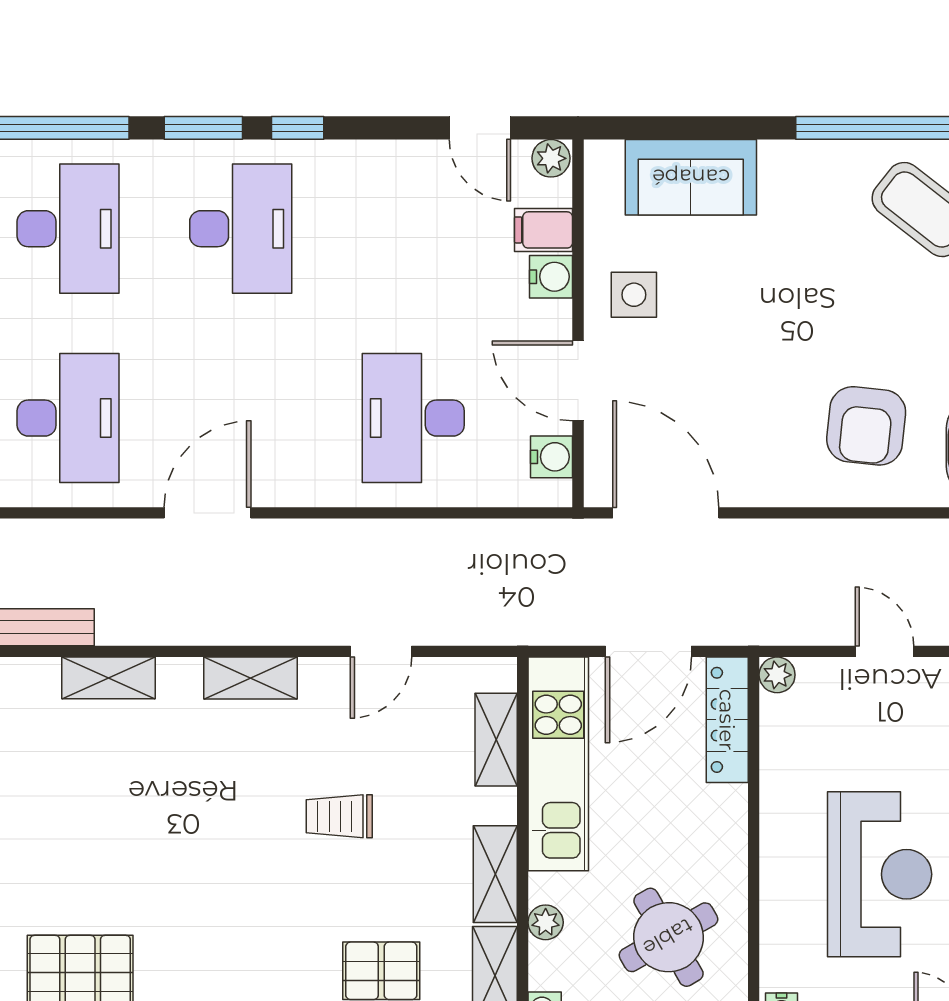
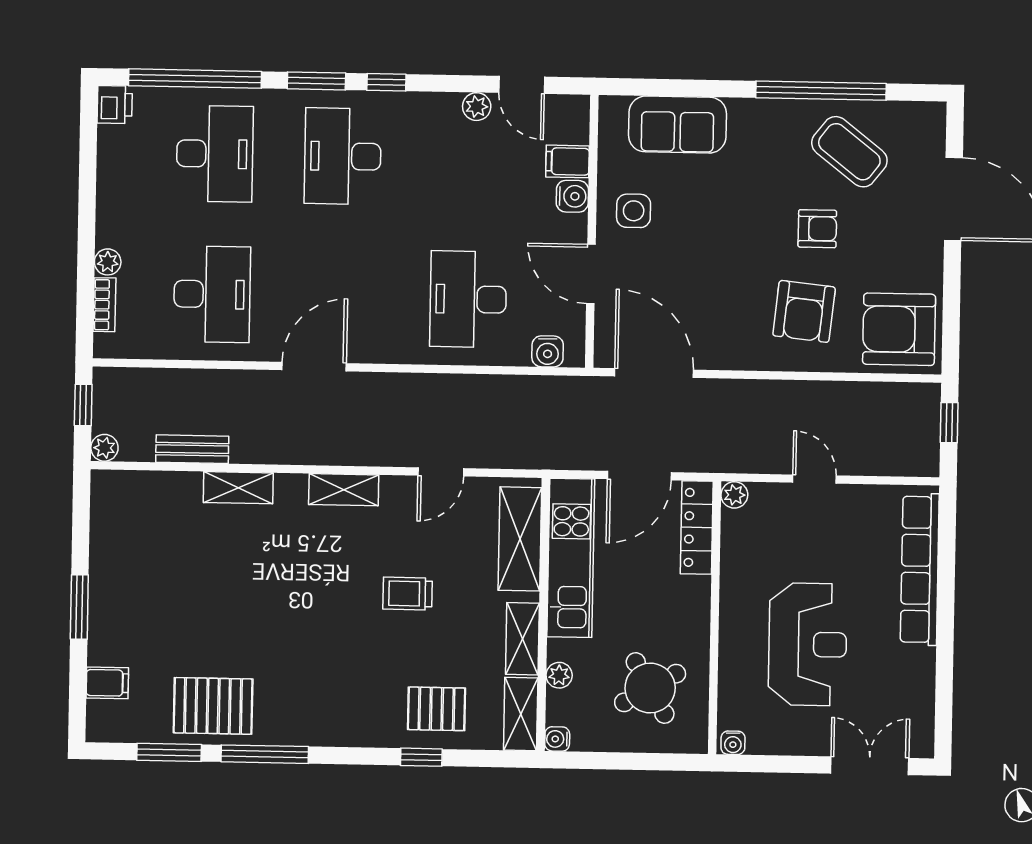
plant: (551, 158) -> (477, 107), moved
desk: (241, 229) -> (343, 156), turned 180
armchair: (882, 314) -> (817, 229), added
water cooler: (552, 457) -> (548, 351), moved, turned 90
shelving: (496, 740) -> (520, 539), width x1.50, depth x1.33

